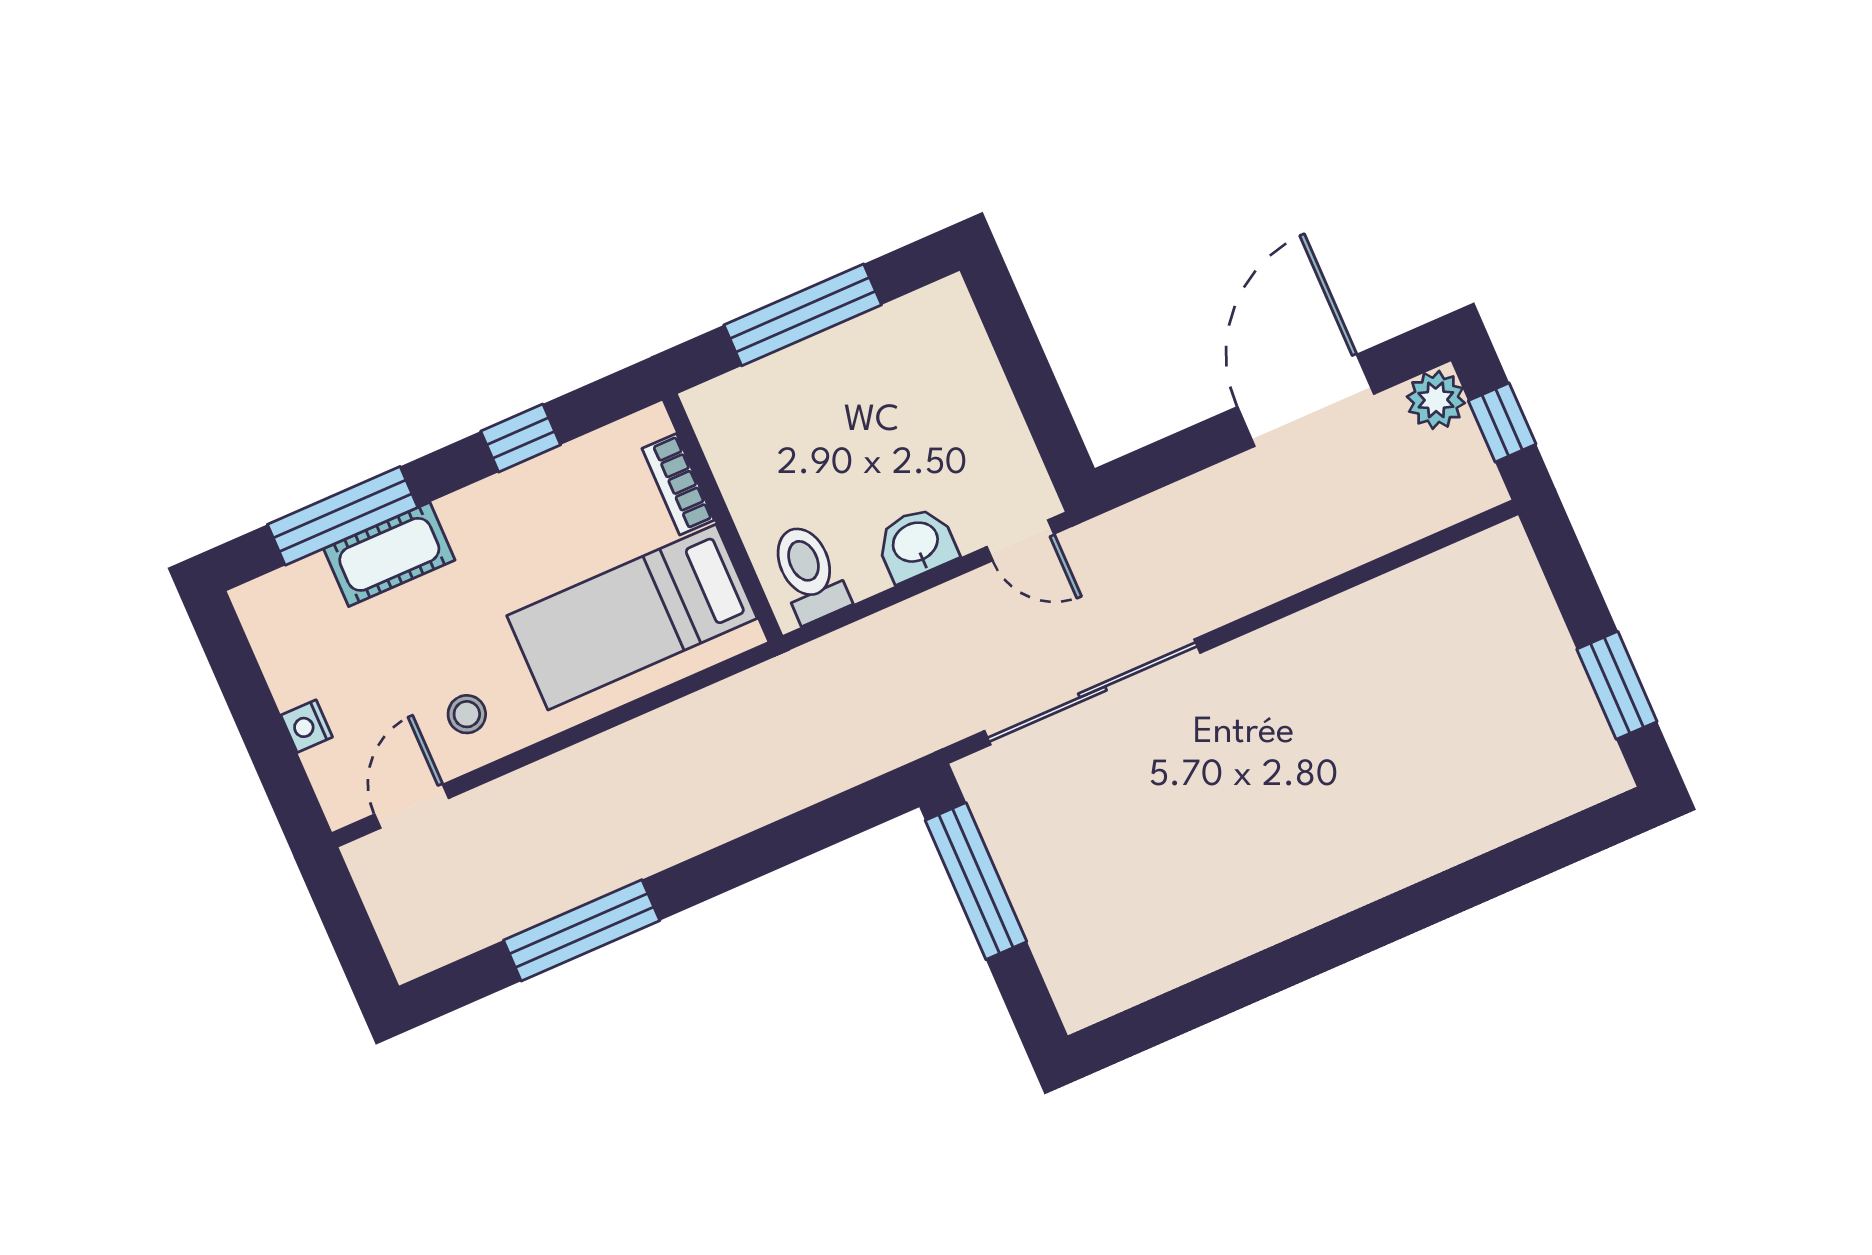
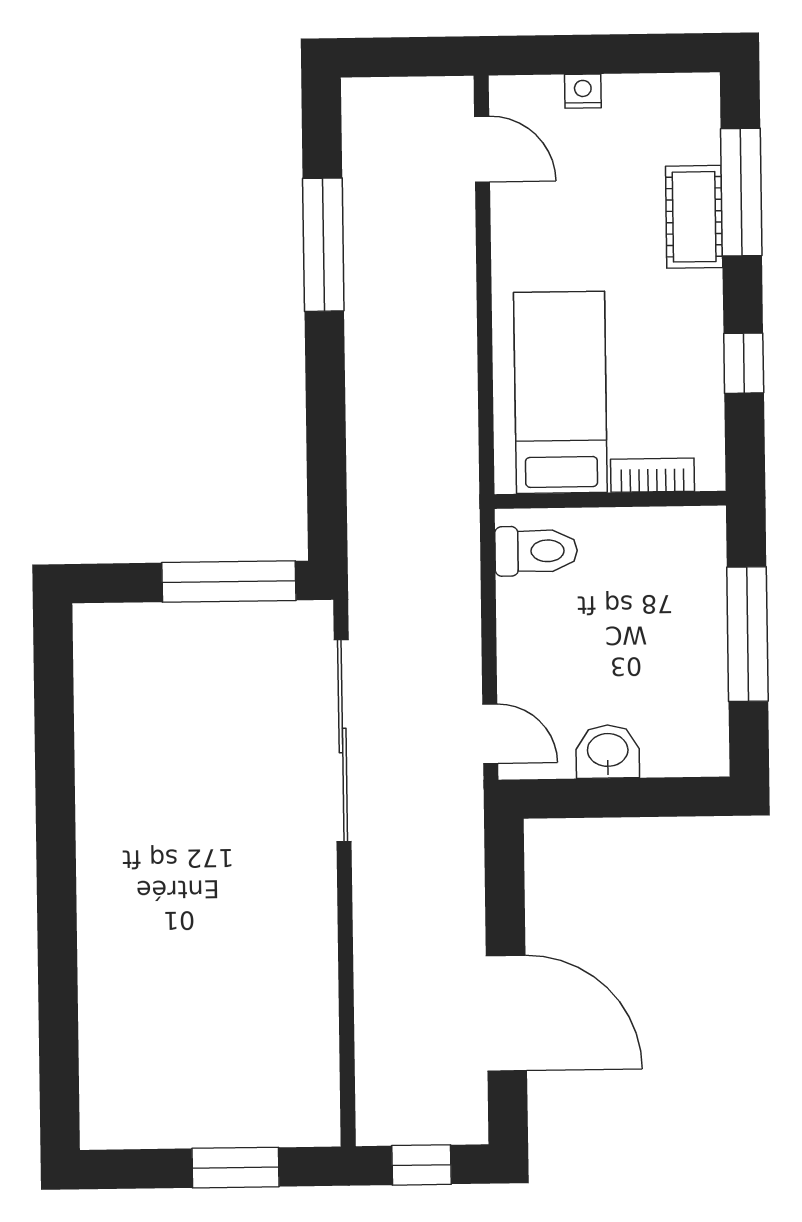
plant: (1436, 400) -> (462, 1119), removed
door: (1020, 540) -> (490, 734), swing flipped
washbasin: (916, 544) -> (608, 752), moved, turned -90
window: (1617, 685) -> (235, 1168), moved
stool: (467, 714) -> (538, 225), removed

